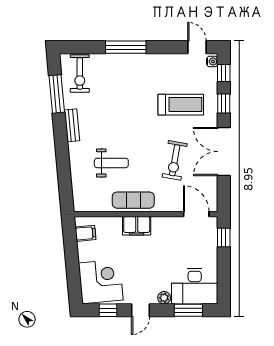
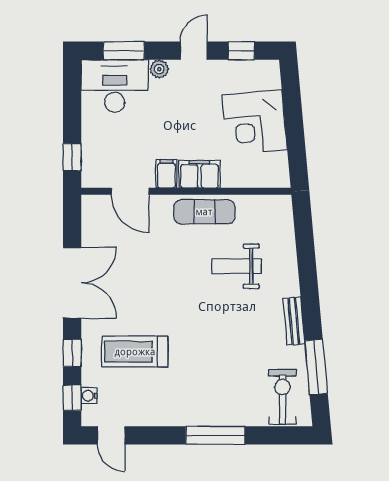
water cooler: (212, 61) -> (89, 396), moved
exercise bike: (175, 160) -> (144, 270), removed
door: (196, 214) -> (130, 191), moved
filing cabinet: (85, 233) -> (166, 174), moved, turned 95
corner desk: (101, 282) -> (255, 122), moved

